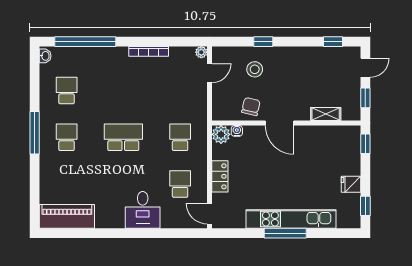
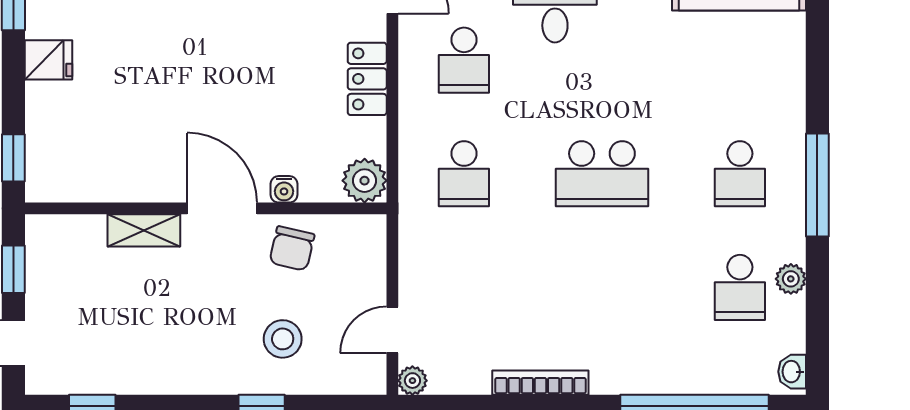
plant: (46, 94) -> (791, 279), added
shelving: (326, 114) -> (144, 230), moved
water cooler: (237, 131) -> (284, 189), moved

